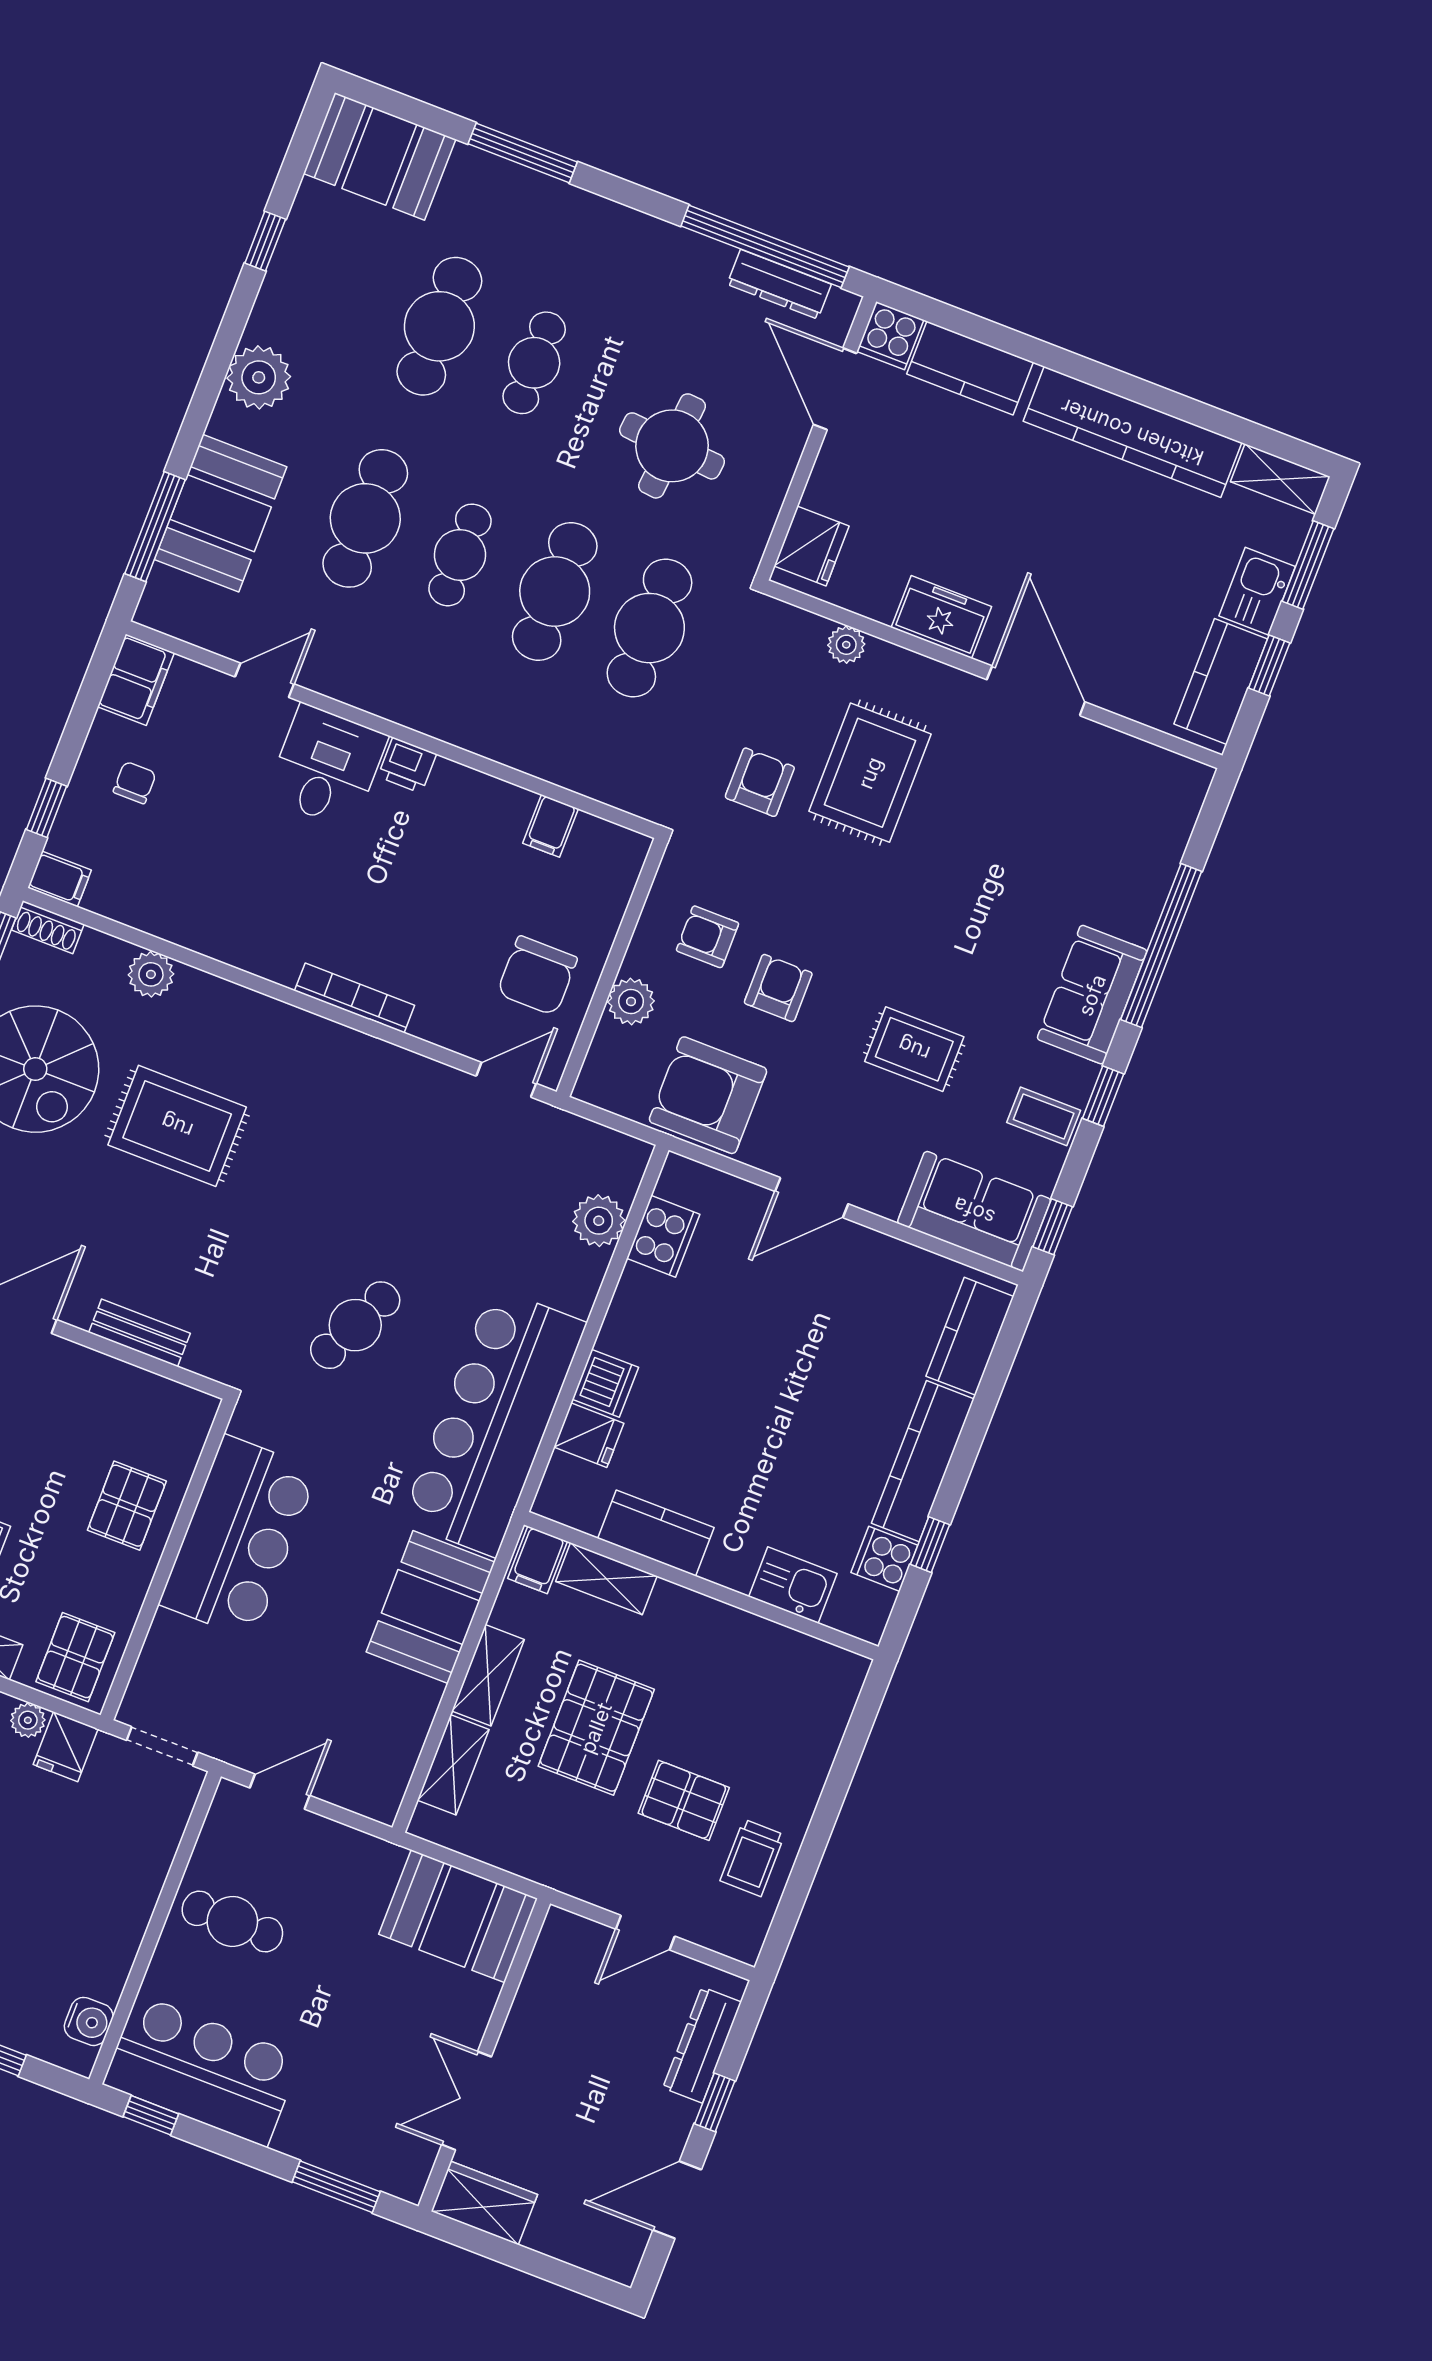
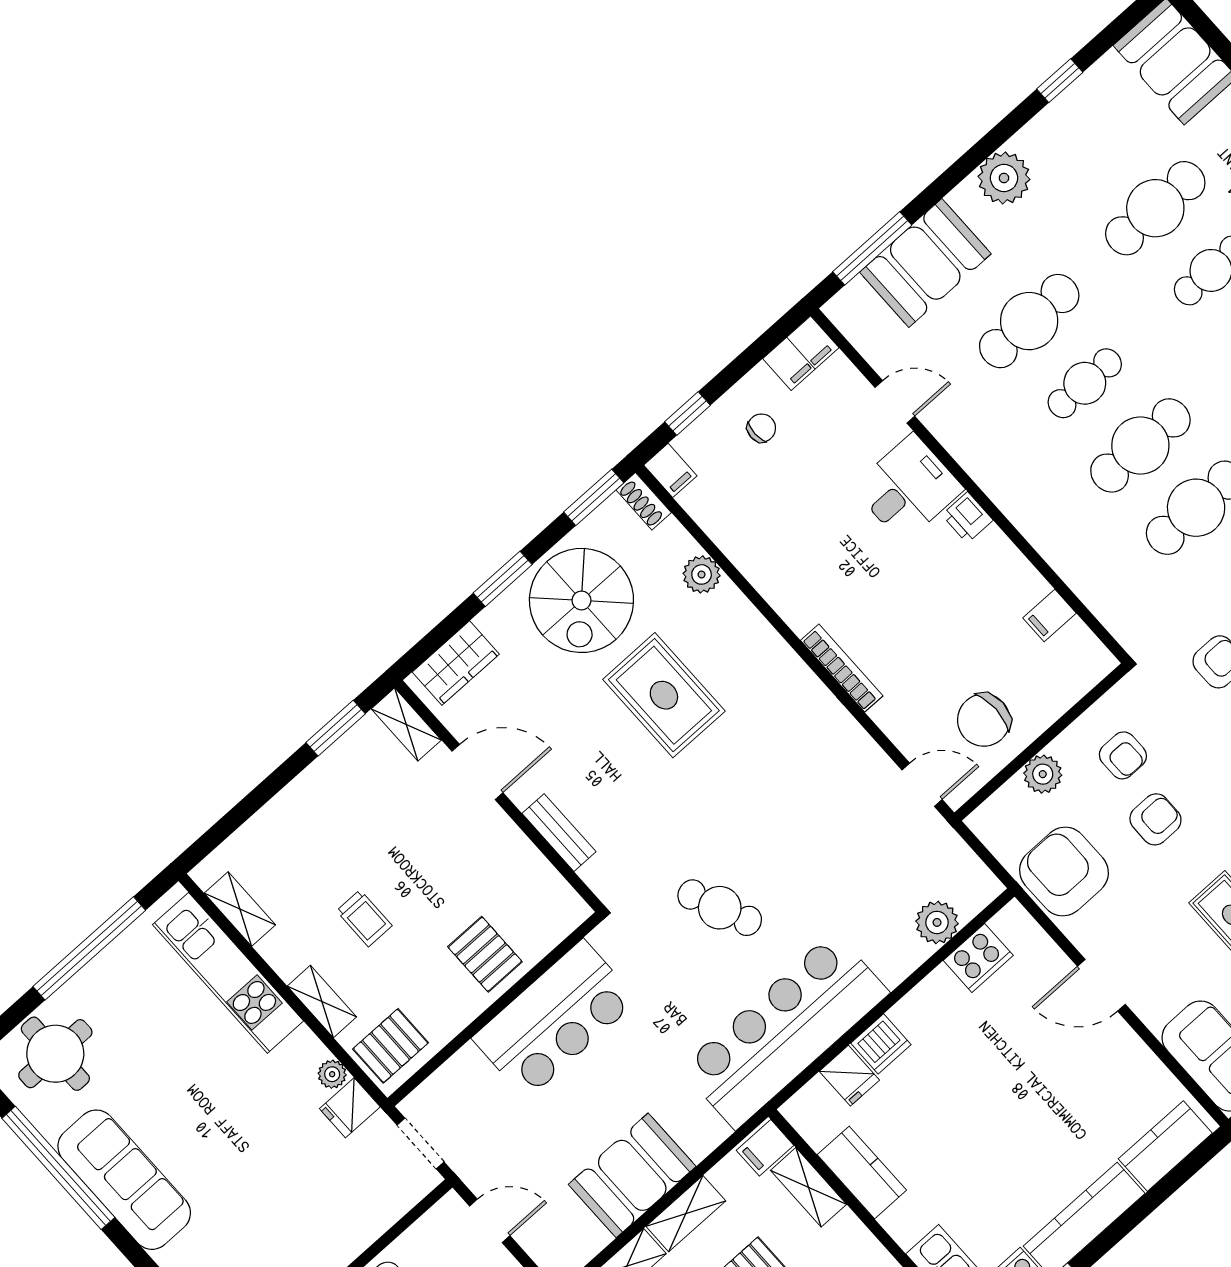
armchair: (707, 937) -> (1123, 755), turned 180
cafe table: (355, 1325) -> (720, 908), turned 42
pallet: (127, 1506) -> (485, 954), turned 90
booth: (431, 1607) -> (632, 1175), moved

